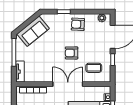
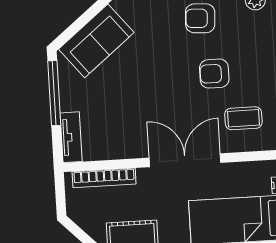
armchair: (72, 53) -> (214, 74), moved

